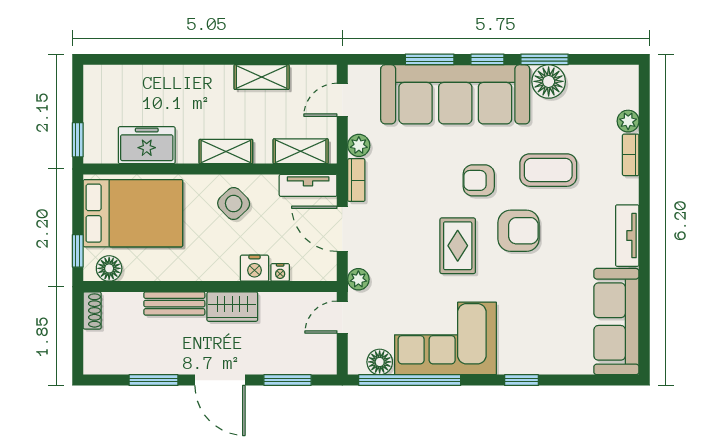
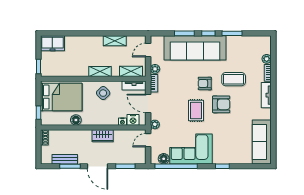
floor lamp: (549, 81) -> (234, 42), removed
freezer: (147, 145) -> (52, 43), moved, turned 180
tv unit: (627, 236) -> (266, 95), moved
floor lamp: (109, 268) -> (76, 120), moved
nightstand: (255, 268) -> (133, 120), moved
bench: (174, 304) -> (65, 159), moved

